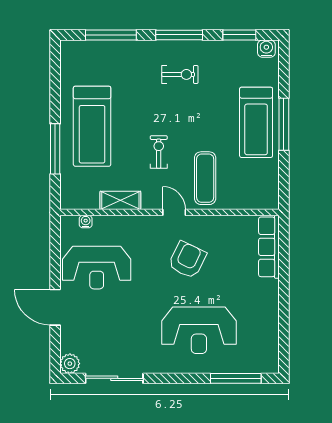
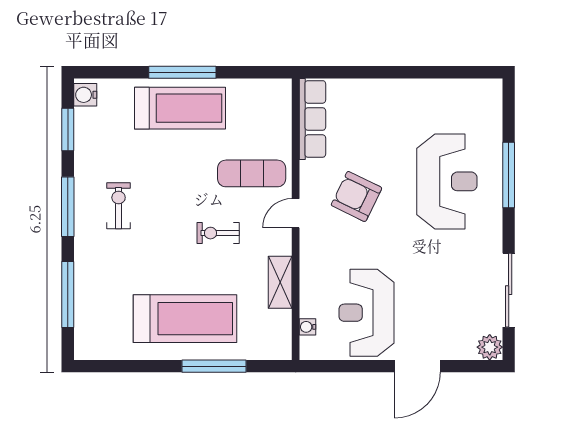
row of seats: (269, 247) -> (312, 119), moved, turned -90
reception desk: (97, 268) -> (366, 313), turned 180
window: (236, 378) -> (509, 175), moved

